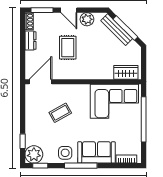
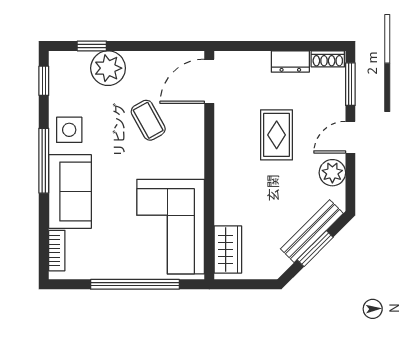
window: (125, 28) -> (315, 249), width x0.69
rug: (68, 48) -> (277, 135), turned 90
door: (40, 82) -> (209, 81), swing flipped
plant: (34, 154) -> (108, 68), moved

